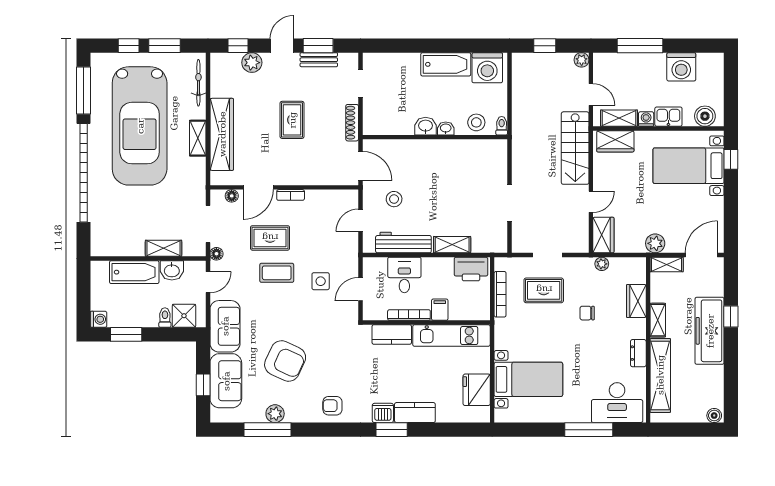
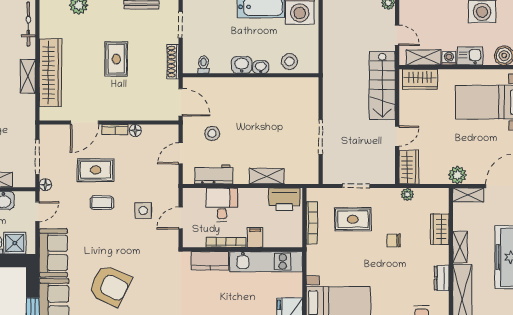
toilet: (502, 126) -> (204, 65), moved
floor lamp: (232, 196) -> (135, 130), moved
workbench: (403, 242) -> (214, 174), width x0.73
coffee table: (277, 273) -> (102, 203), width x0.73, depth x0.77

